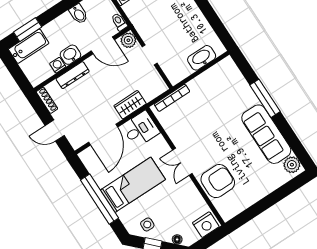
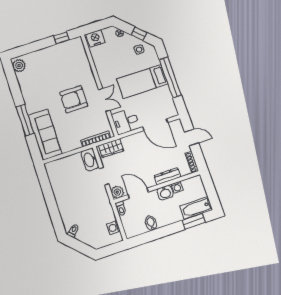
washbasin: (202, 58) -> (90, 160), moved, turned 90
wardrobe: (130, 105) -> (111, 148), moved
sofa: (266, 134) -> (45, 135), moved
door: (103, 135) -> (155, 125), swing flipped
double door: (182, 162) -> (104, 100), moved
armchair: (218, 181) -> (74, 99), moved
window: (249, 214) -> (61, 38), added

